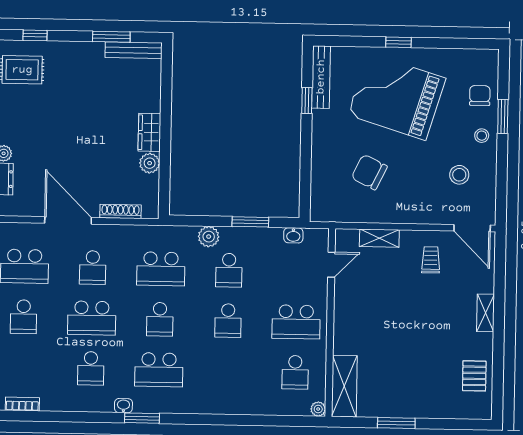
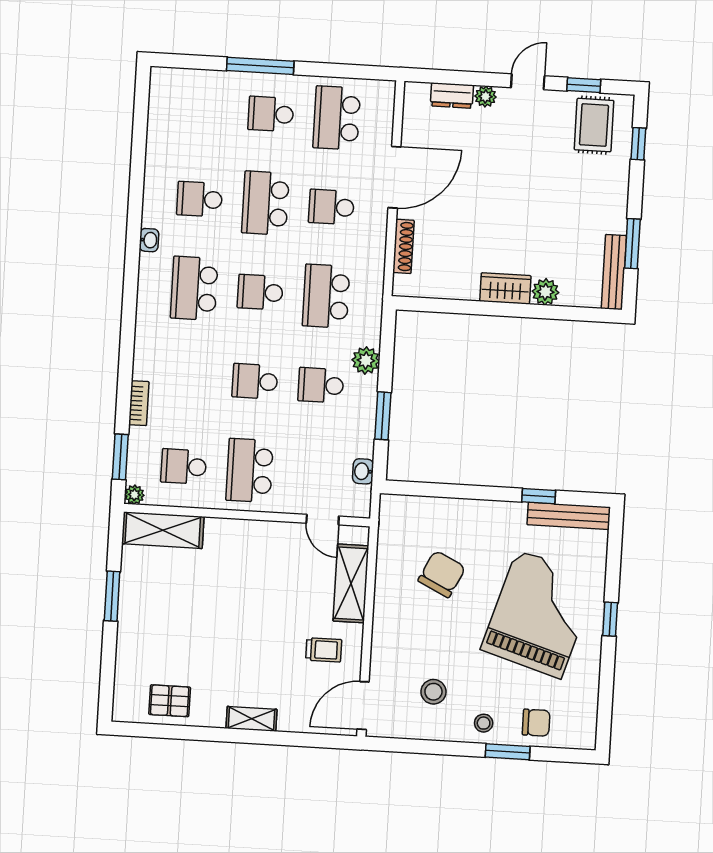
plant: (150, 163) -> (545, 292), moved
shelving: (379, 238) -> (351, 583), width x1.50, depth x1.33
bookcase: (22, 404) -> (139, 403), moved
window: (142, 418) -> (120, 457), moved

